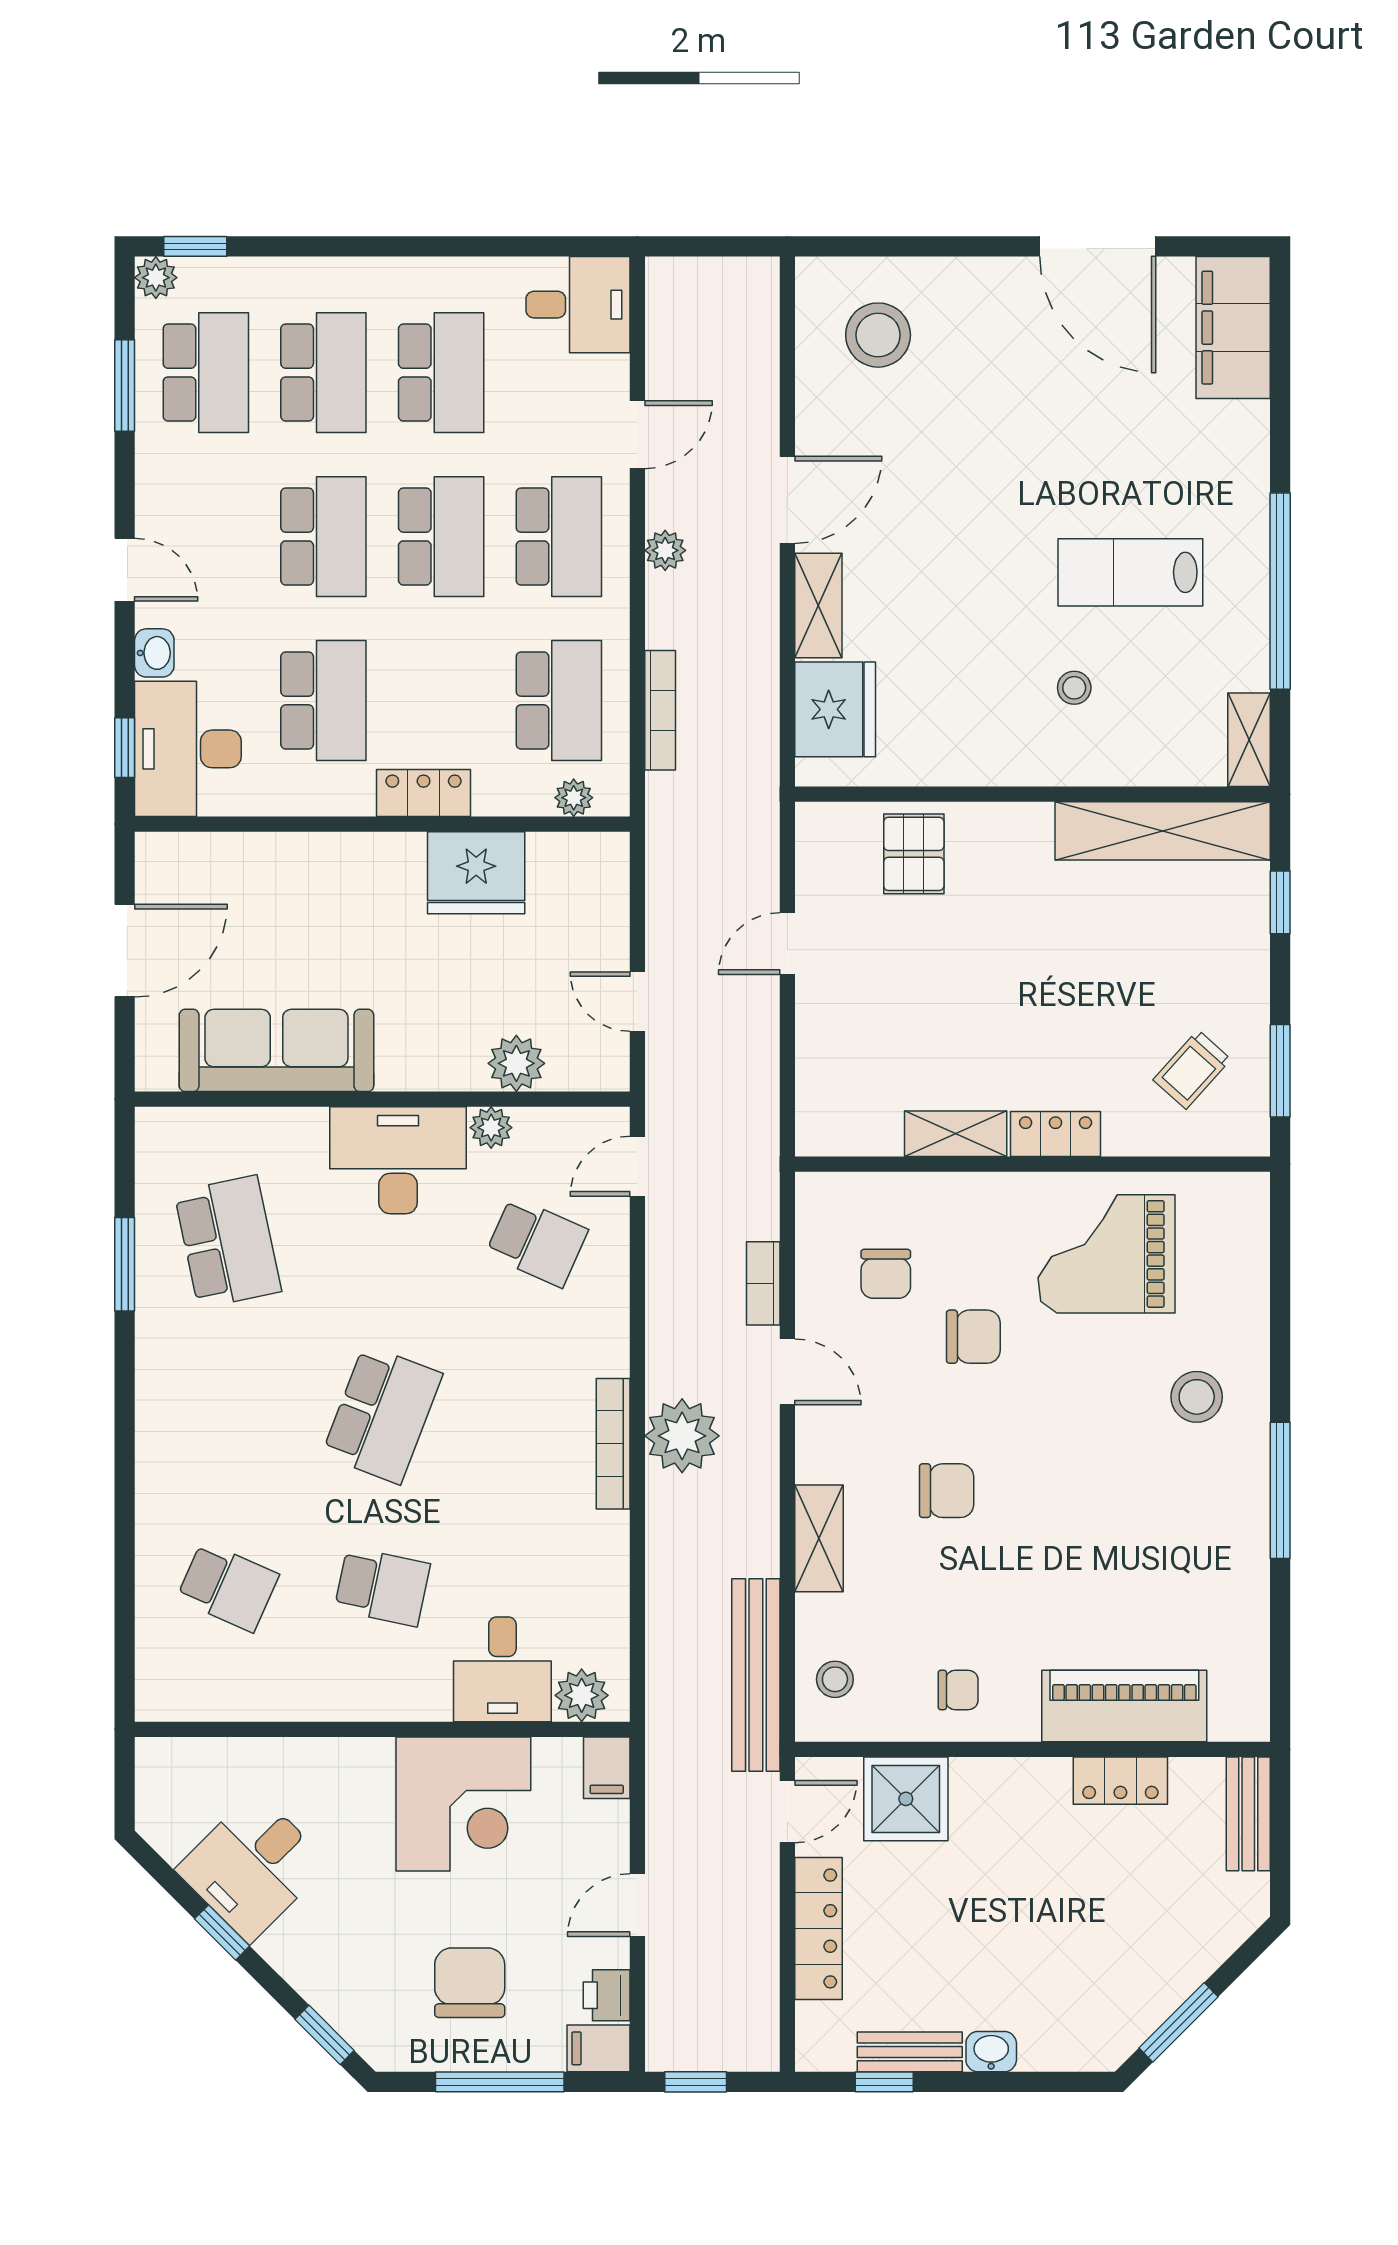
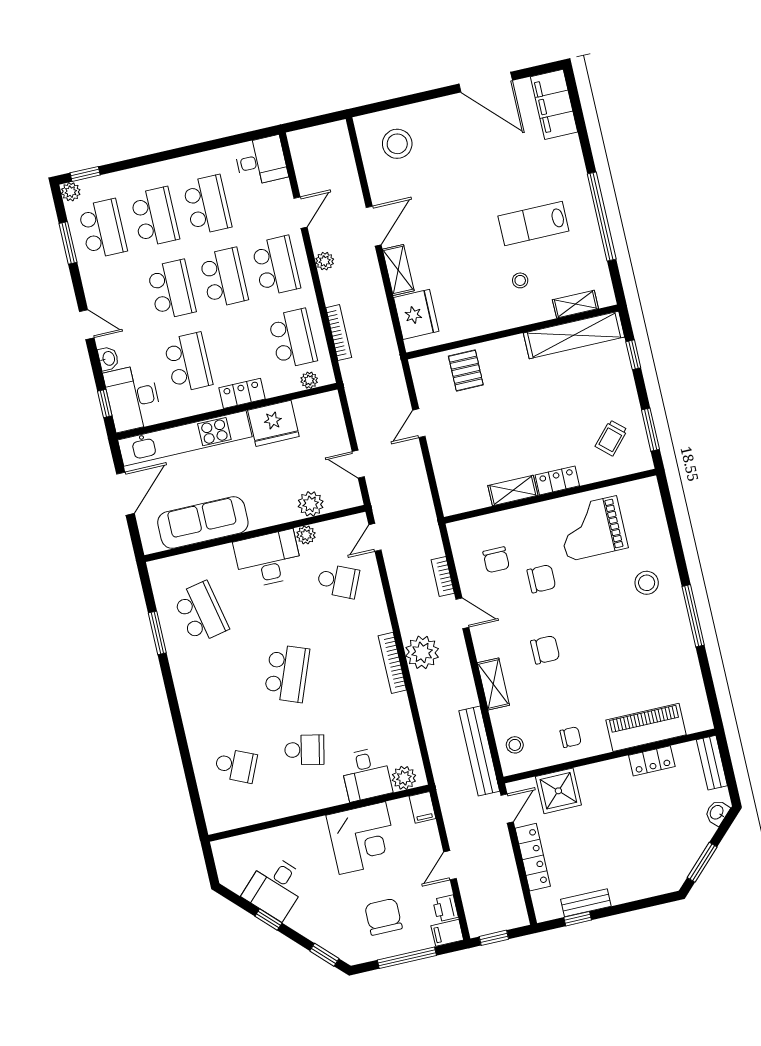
shelving: (1249, 740) -> (575, 304), moved, turned 90
kitchen unit: (279, 861) -> (185, 438), added
washbasin: (991, 2052) -> (717, 813), moved, turned -45

